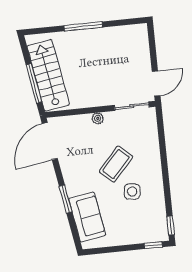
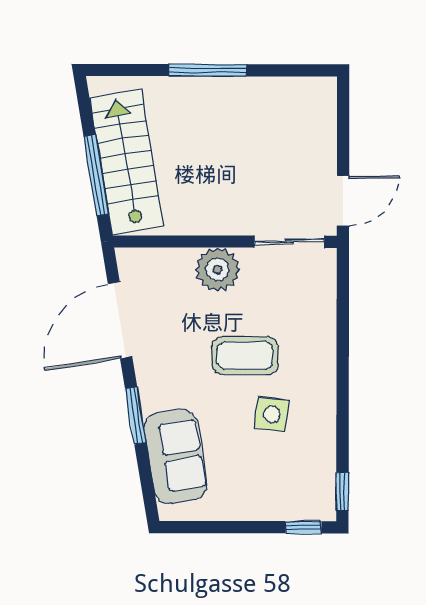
plant: (98, 118) -> (217, 270), width x1.88, depth x1.88
door: (50, 141) -> (120, 320), moved
coffee table: (116, 164) -> (245, 355), turned 48

